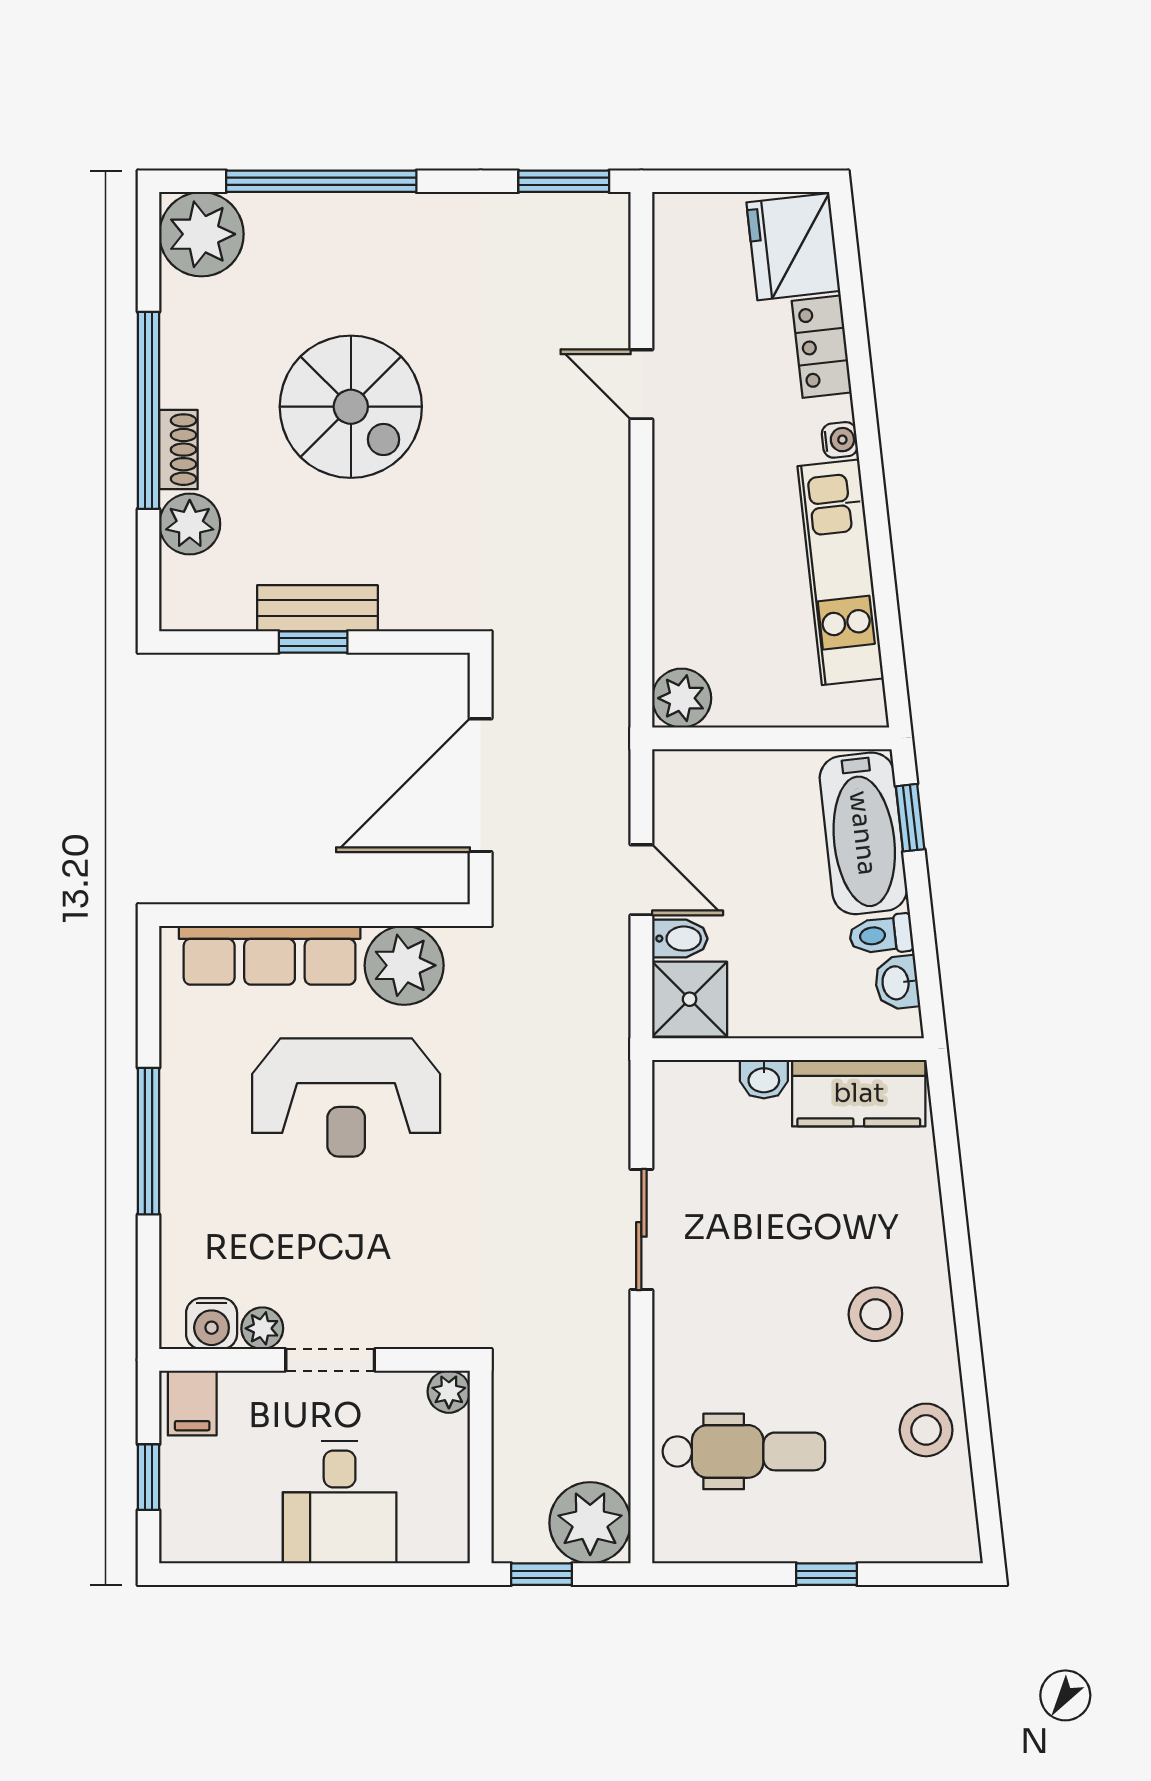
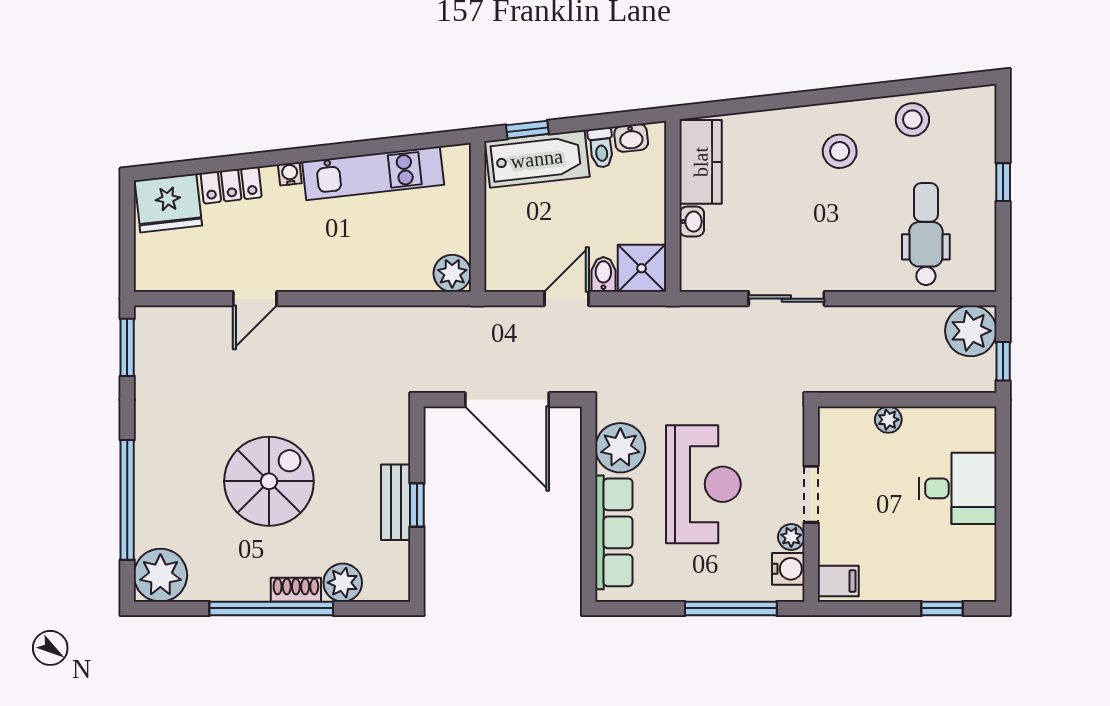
water cooler: (212, 1324) -> (788, 569), moved
plant: (262, 1328) -> (791, 537), moved
wall: (315, 1360) -> (811, 504), moved
doorway: (330, 1360) -> (811, 494), moved
filing cabinet: (192, 1403) -> (838, 581), moved

